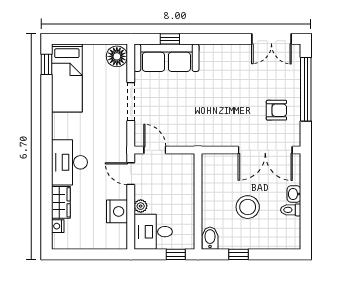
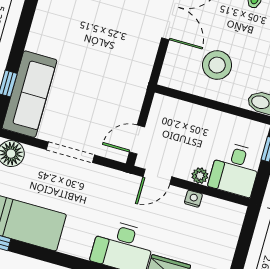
stool: (248, 207) -> (217, 65), moved
nightstand: (117, 211) -> (193, 199), width x0.53, depth x0.56

